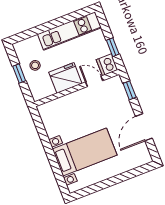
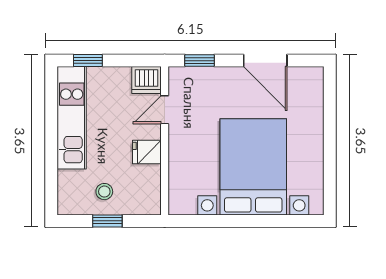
window: (113, 47) -> (88, 61), moved
fridge: (65, 78) -> (147, 152), width x0.53, depth x0.75
bed with nightstands: (85, 152) -> (253, 167), width x1.36

